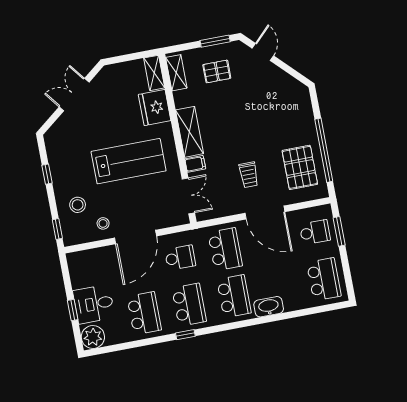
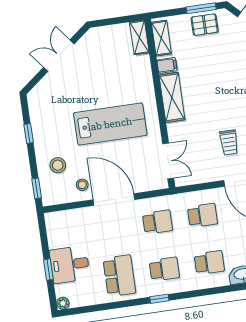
pallet: (217, 71) -> (205, 25), moved
fridge: (155, 108) -> (138, 72), removed
filing cabinet: (195, 164) -> (167, 65), moved
door: (136, 237) -> (114, 200), swing flipped
school desk: (225, 249) -> (202, 215), width x0.54
school desk: (234, 296) -> (209, 263), width x0.54
school desk: (189, 305) -> (164, 269), width x0.54
plant: (93, 337) -> (63, 303), width x0.53, depth x0.53

